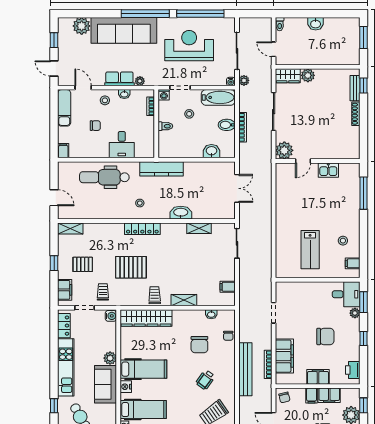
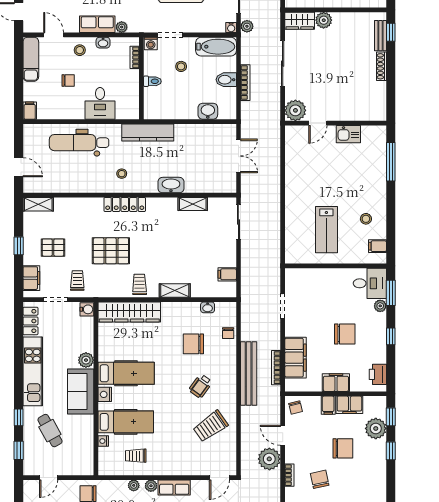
chair: (199, 345) -> (193, 344), turned 90

